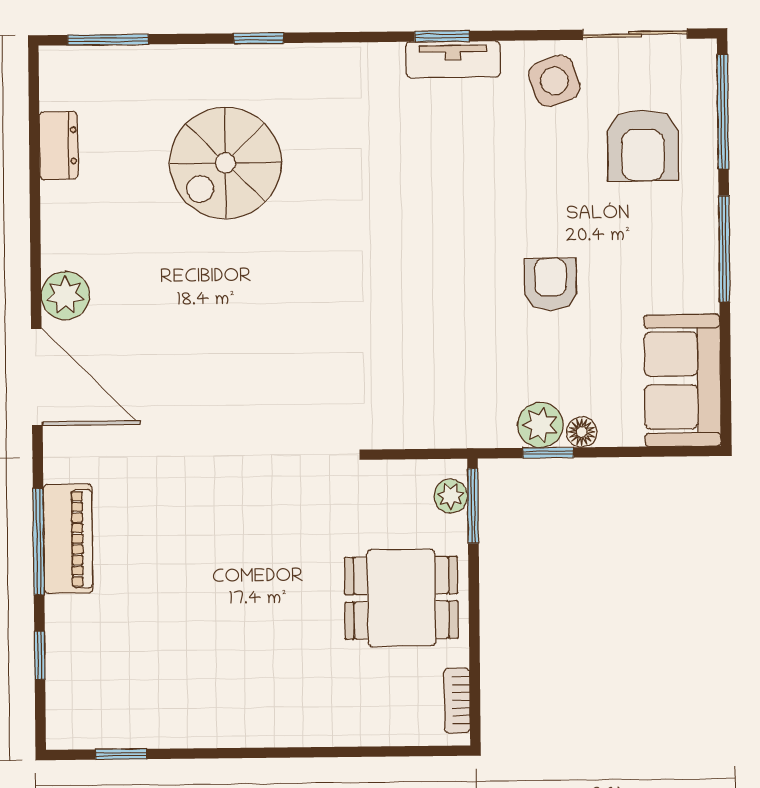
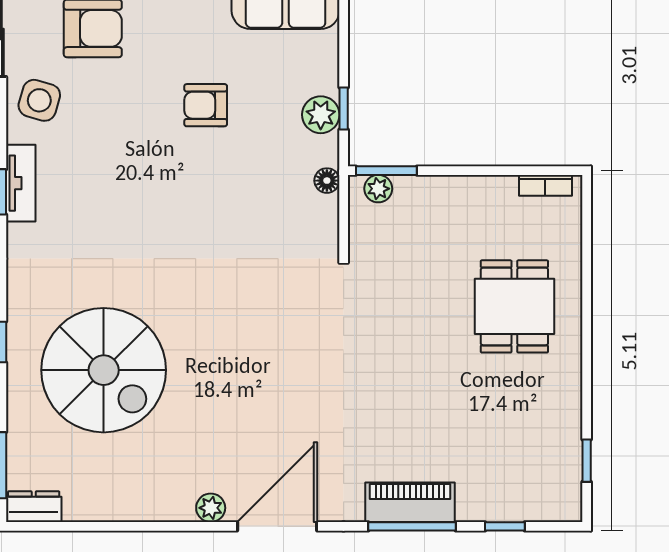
side table: (554, 81) -> (39, 100), turned 34
dresser: (59, 146) -> (34, 507), moved
spiral stairs: (226, 163) -> (104, 370), width x1.37, depth x1.37
plant: (65, 295) -> (211, 508), width x0.73, depth x0.73
floor lamp: (582, 432) -> (327, 181), moved
dining table: (401, 598) -> (514, 306), moved

